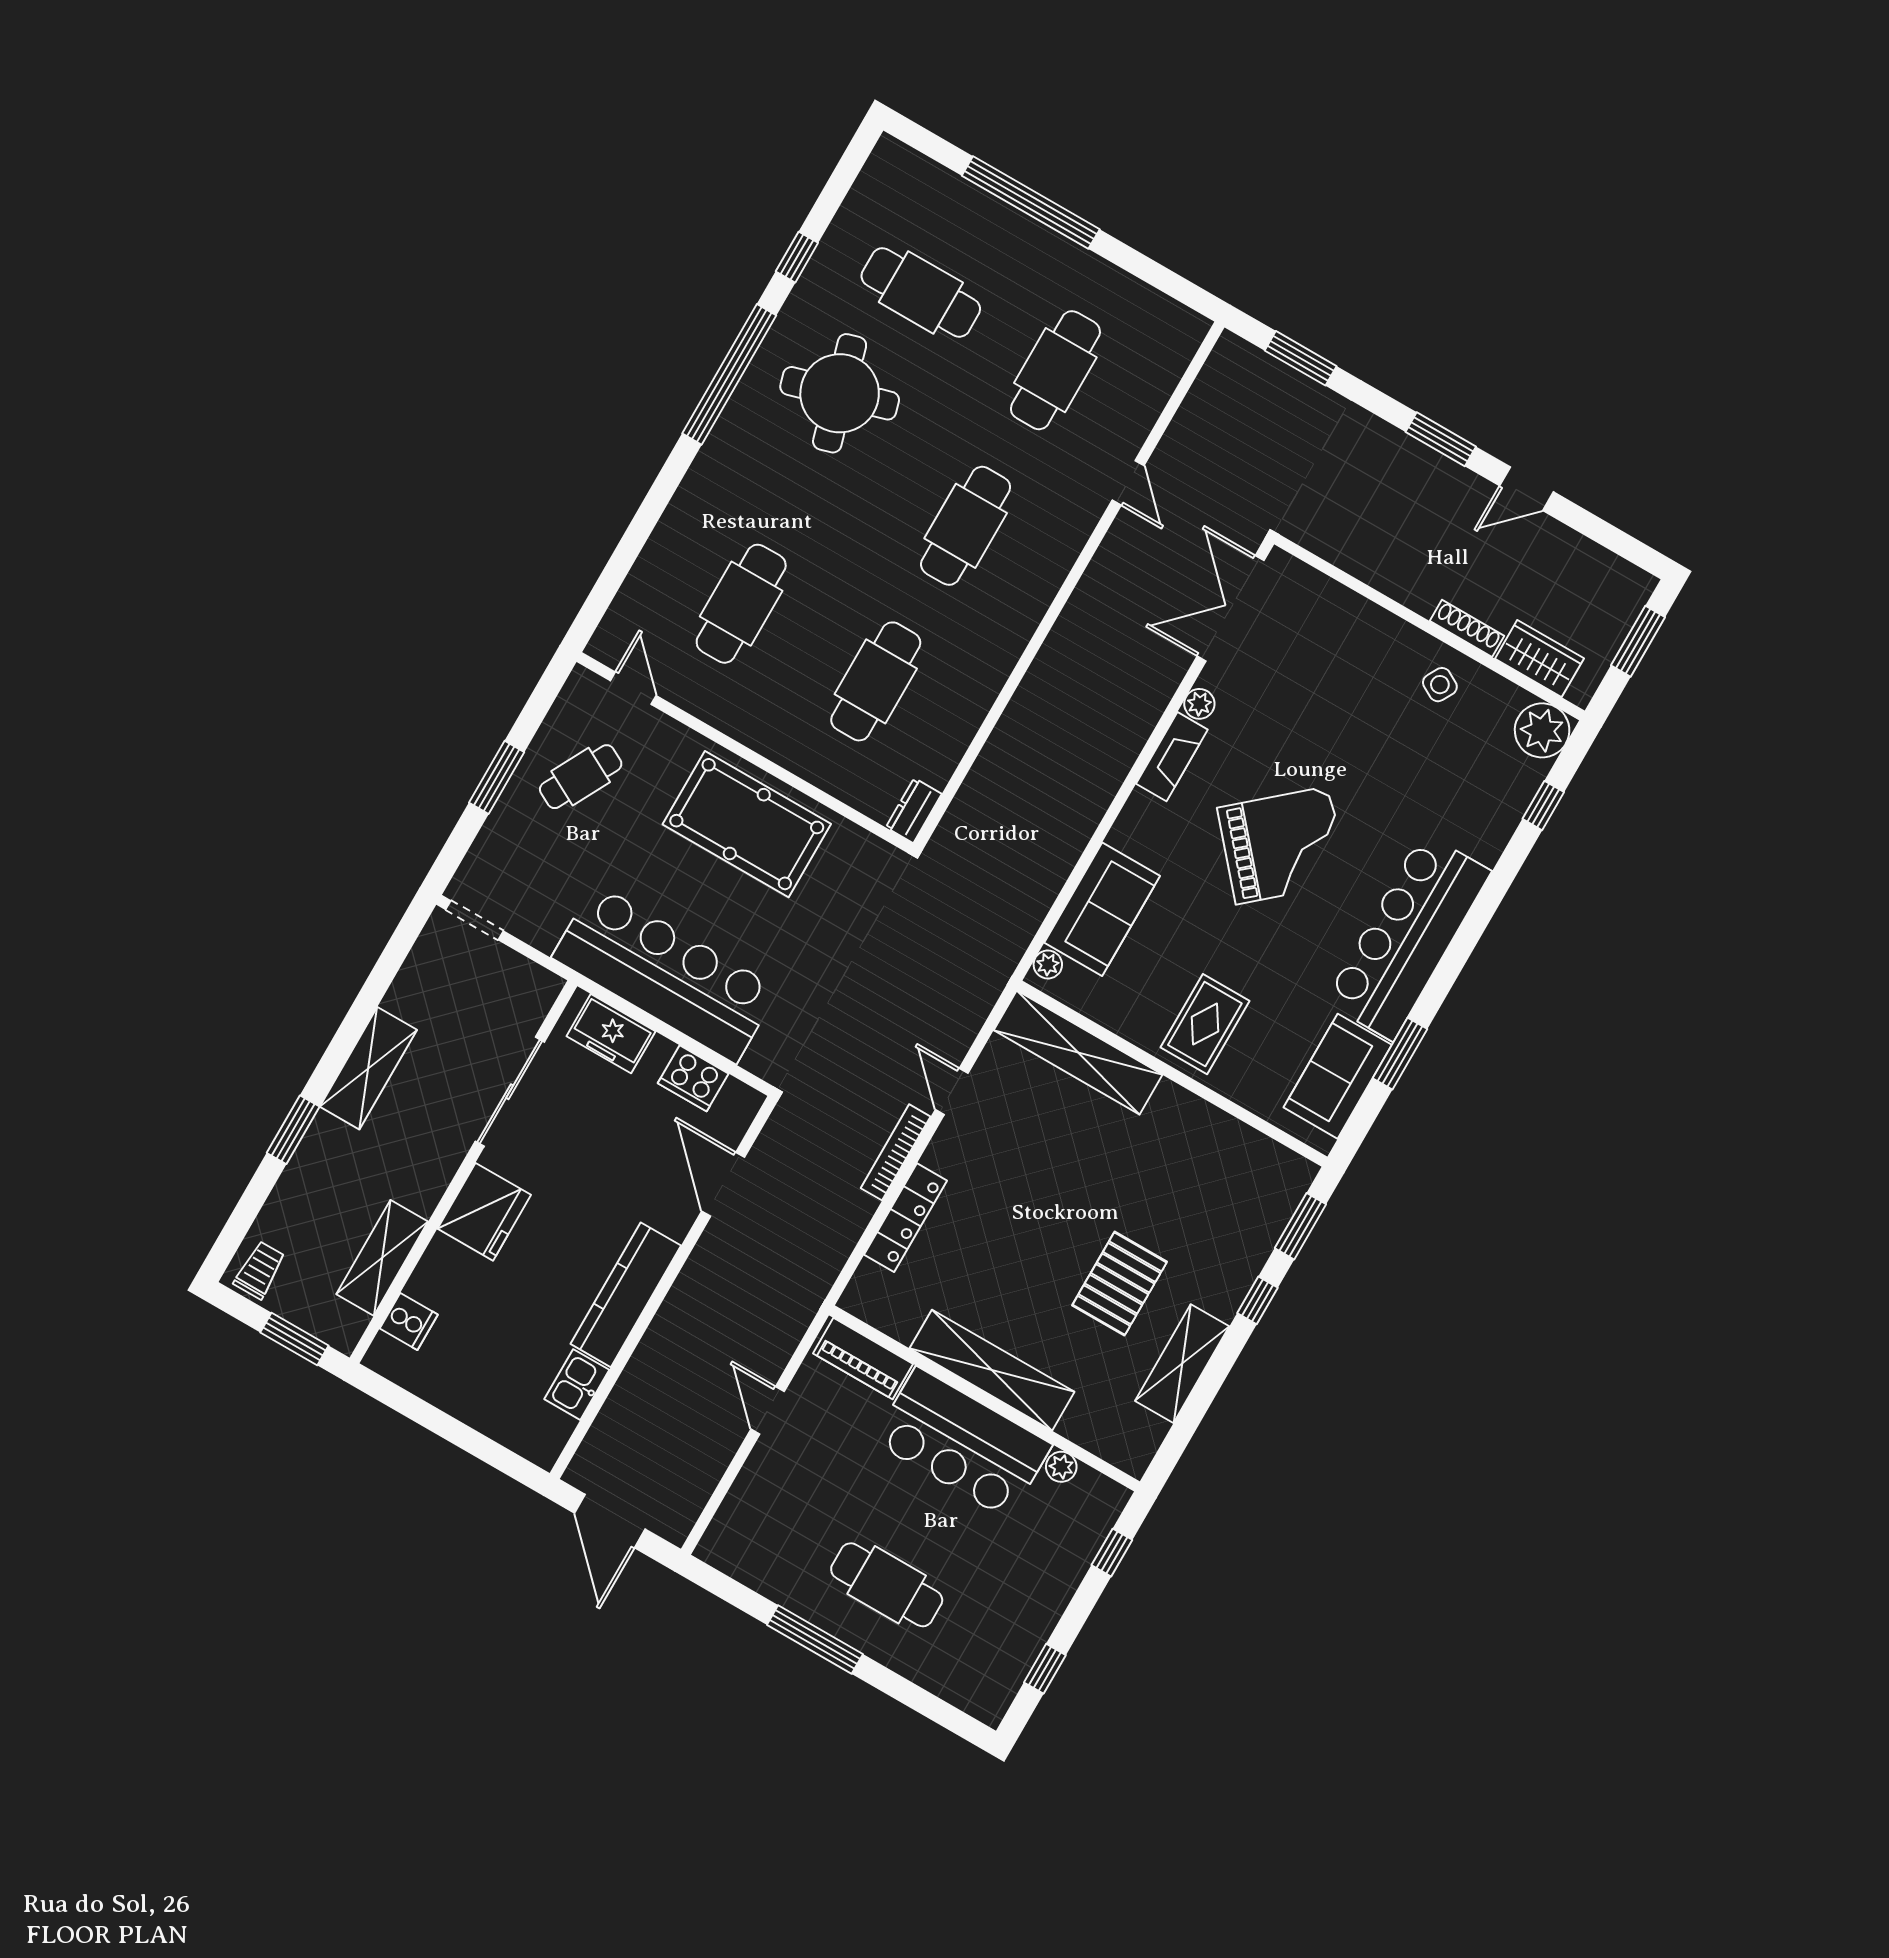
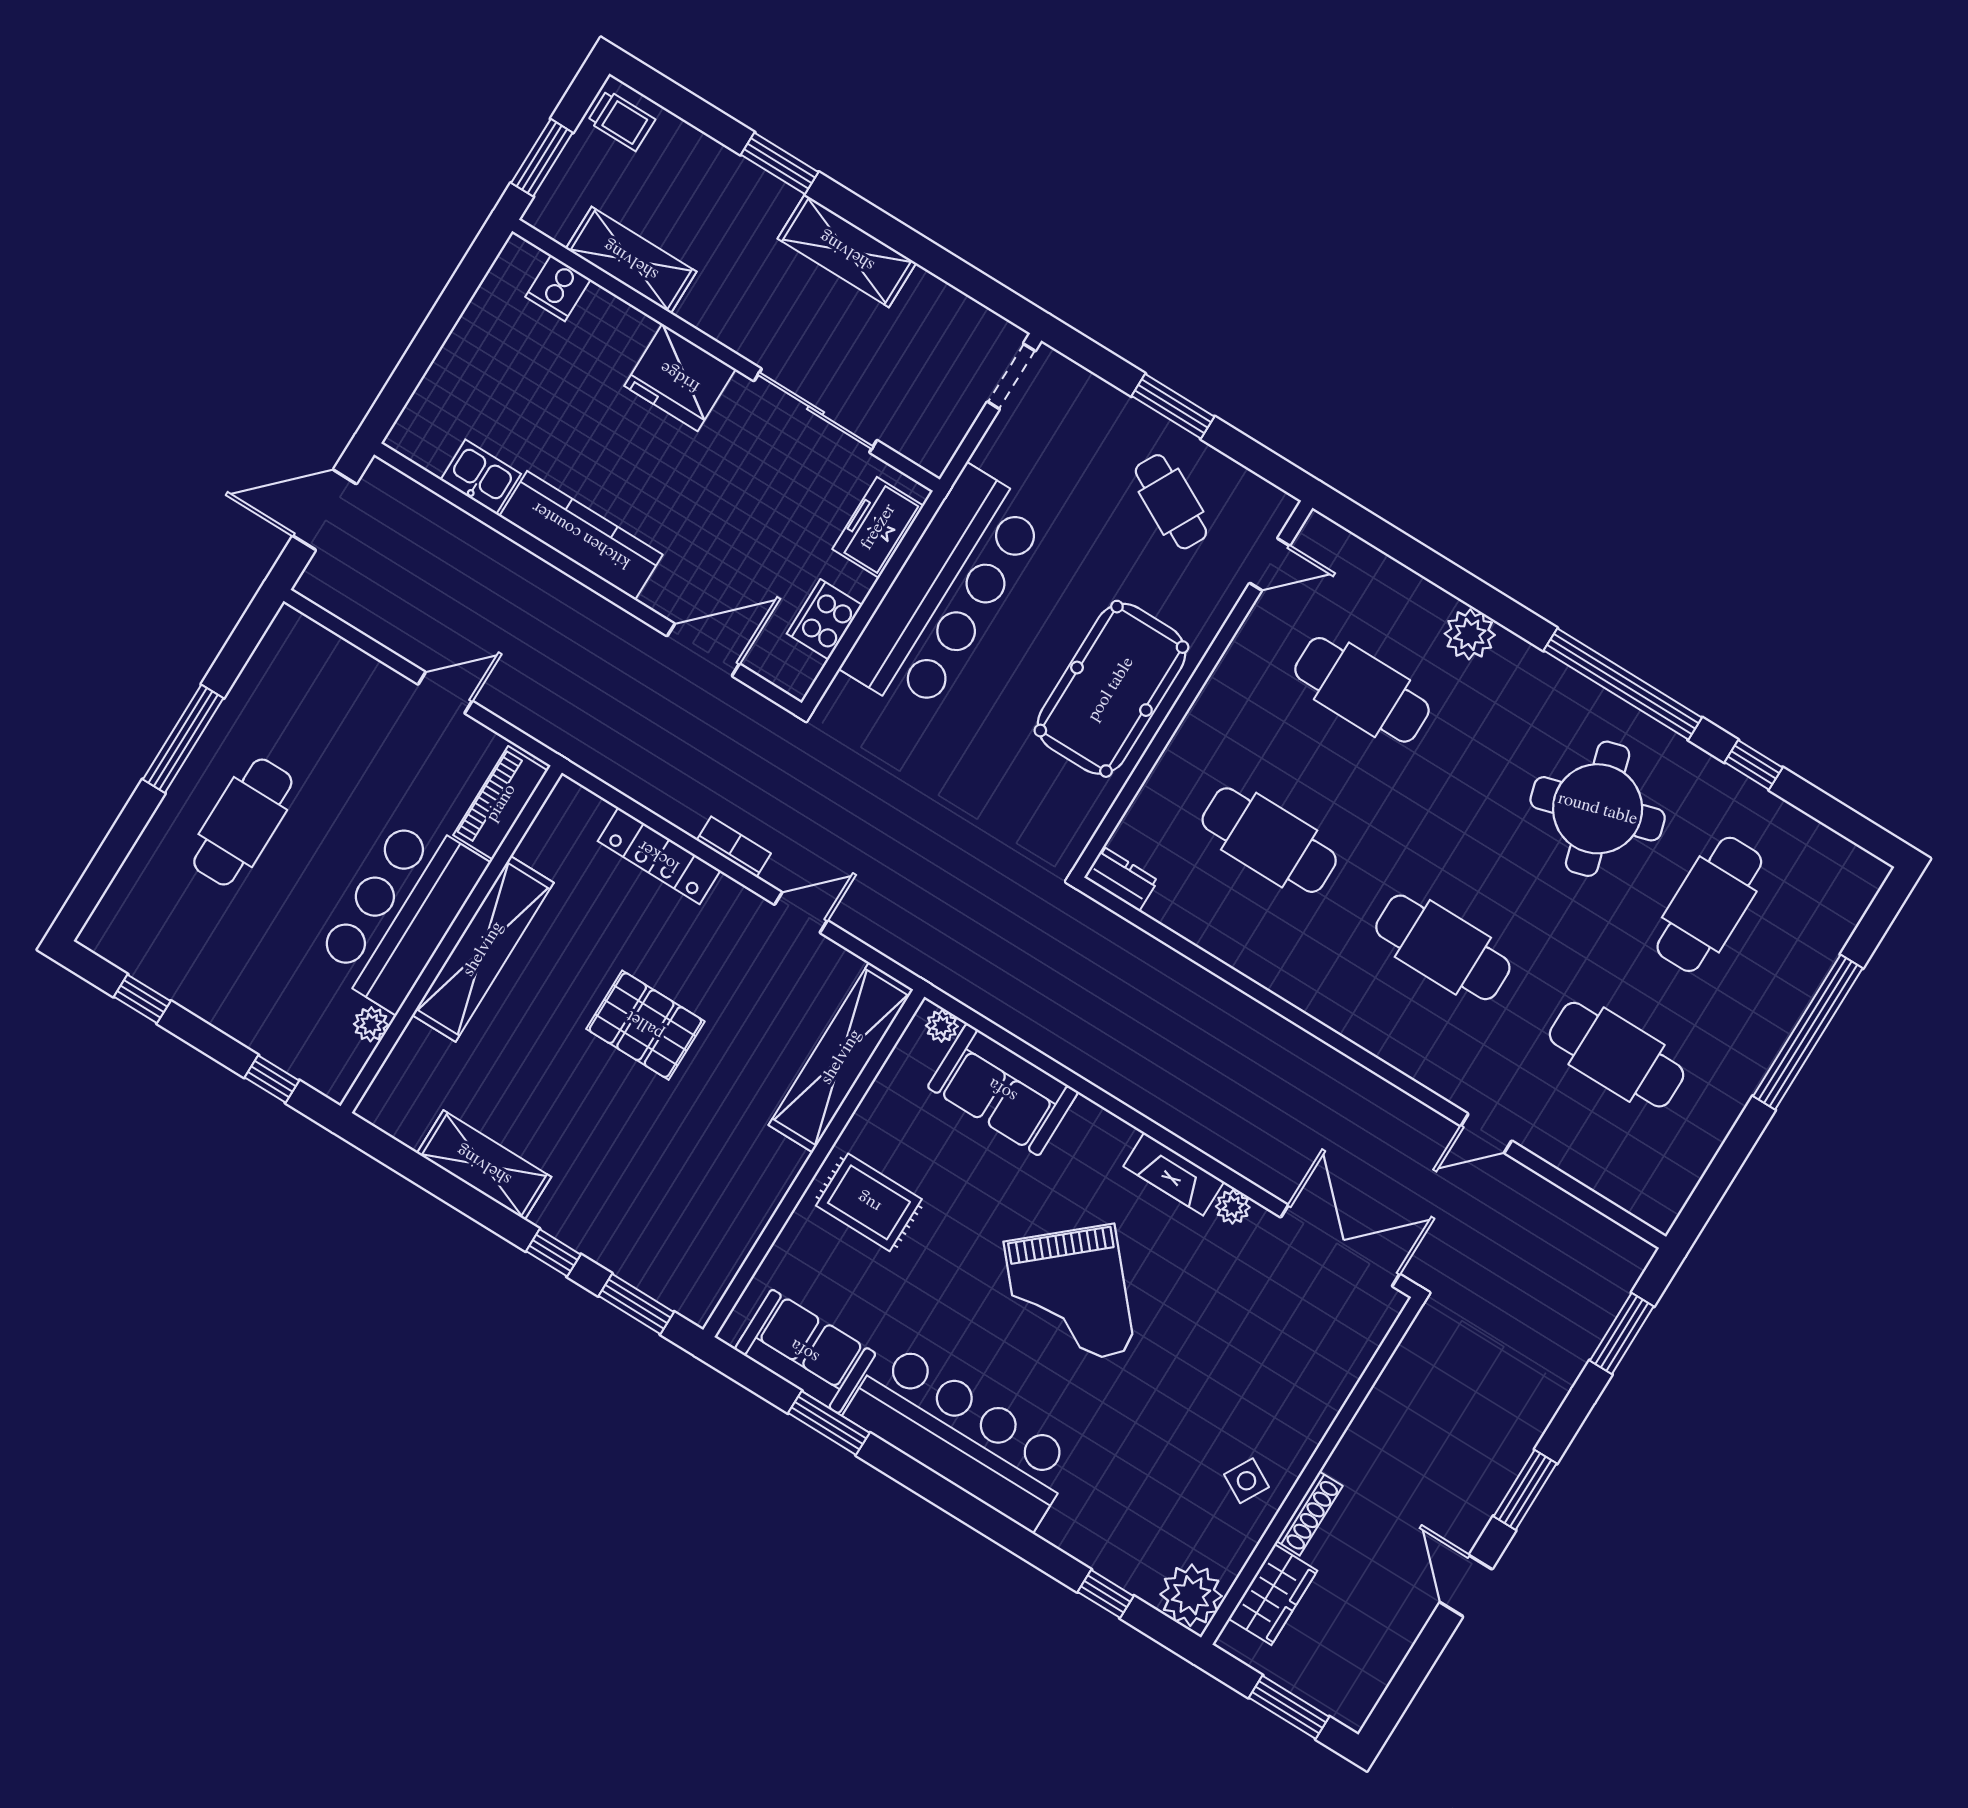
plant: (689, 510) -> (1470, 634), added
bookcase: (896, 1152) -> (734, 847), width x0.64
pallet: (1120, 1284) -> (645, 1025), moved

